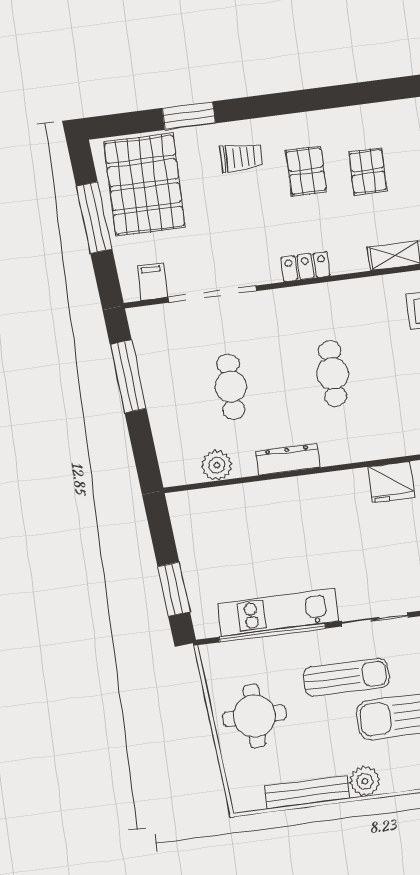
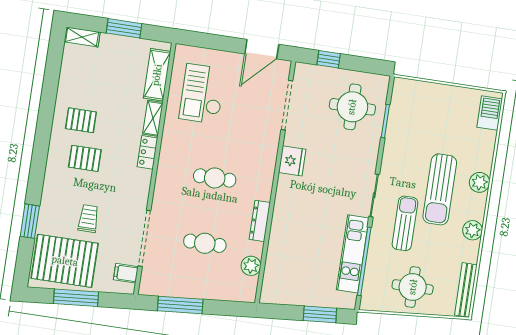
trolley: (241, 157) -> (88, 219), moved
pallet: (368, 172) -> (81, 120), moved
locker: (305, 267) -> (147, 152), moved
bench: (307, 792) -> (466, 290), moved

